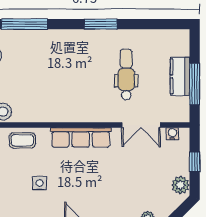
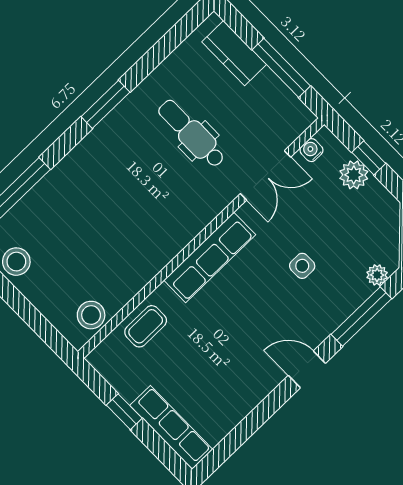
kitchen counter: (180, 76) -> (234, 53), moved
side table: (40, 183) -> (302, 266), moved
plant: (181, 185) -> (354, 175), moved

